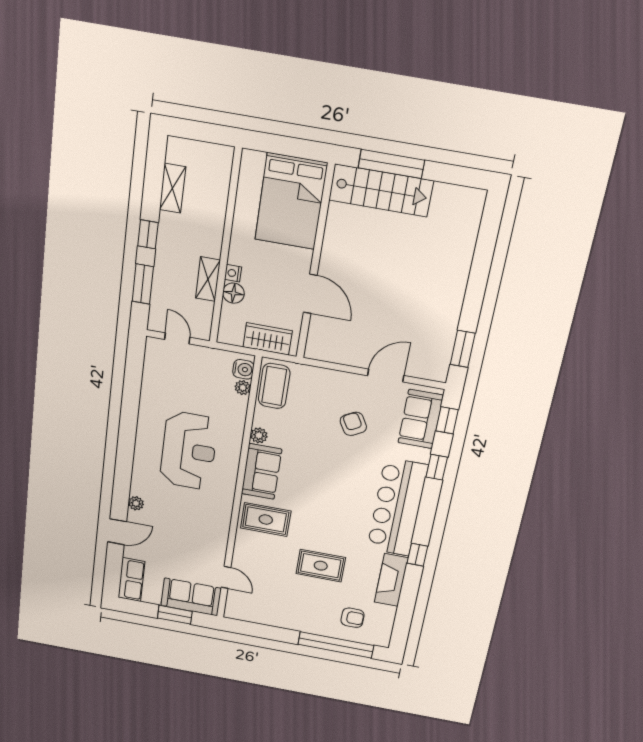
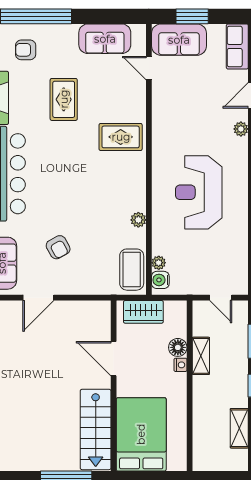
stairs: (381, 190) -> (96, 429), moved, turned -90
sofa: (262, 471) -> (105, 39), moved, turned -90
rug: (321, 566) -> (64, 99), turned 90

